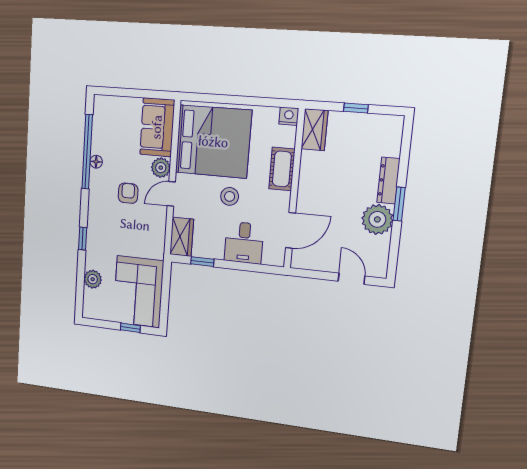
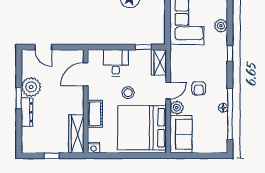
wardrobe: (314, 130) -> (76, 134), width x1.50

